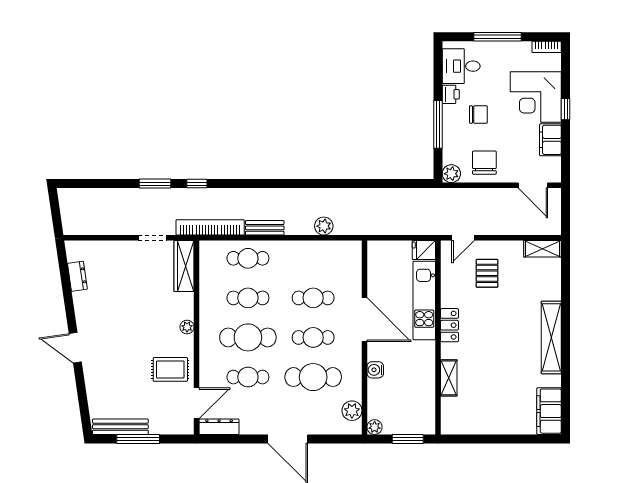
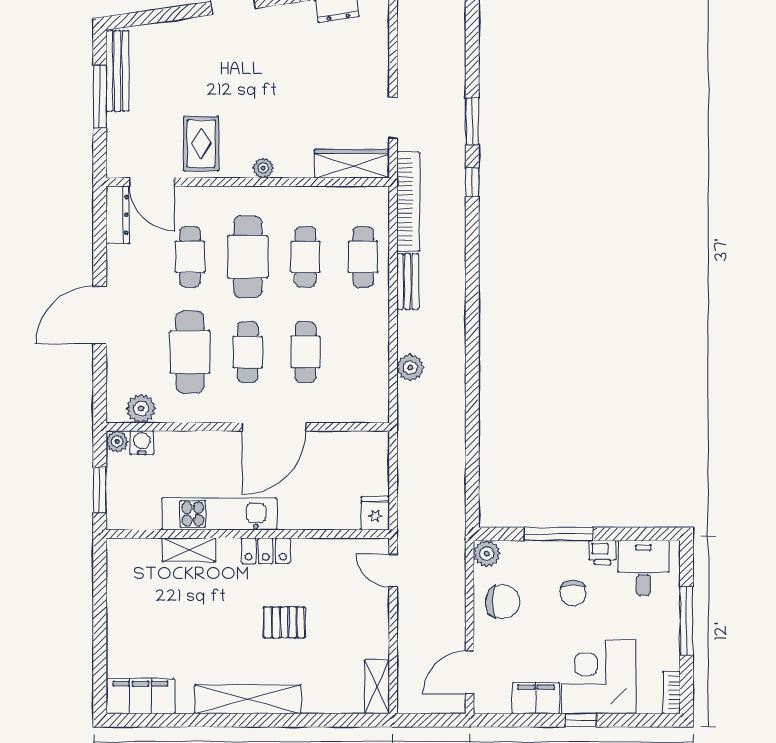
pallet: (487, 273) -> (284, 622), moved
kitchen unit: (424, 301) -> (219, 514), moved
water cooler: (375, 370) -> (142, 443), moved

